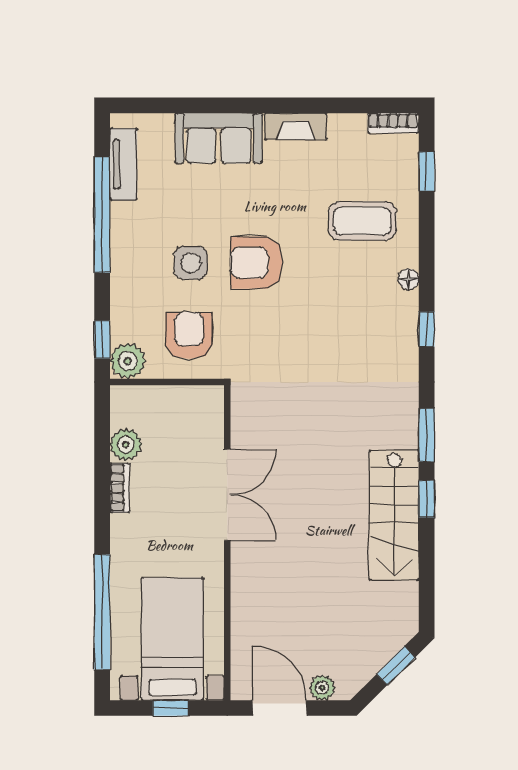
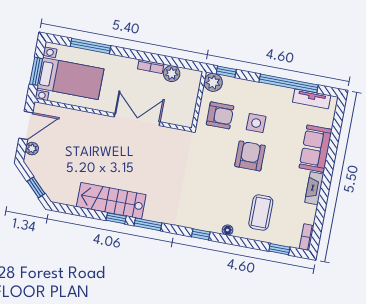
double door: (227, 495) -> (137, 119), swing flipped
window: (102, 612) -> (90, 46), width x0.68
window: (171, 708) -> (36, 71), width x1.50

